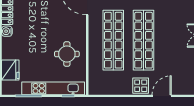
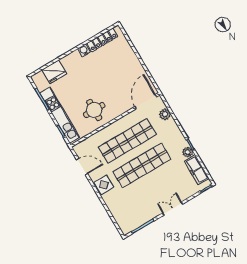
door: (162, 96) -> (82, 167), moved

